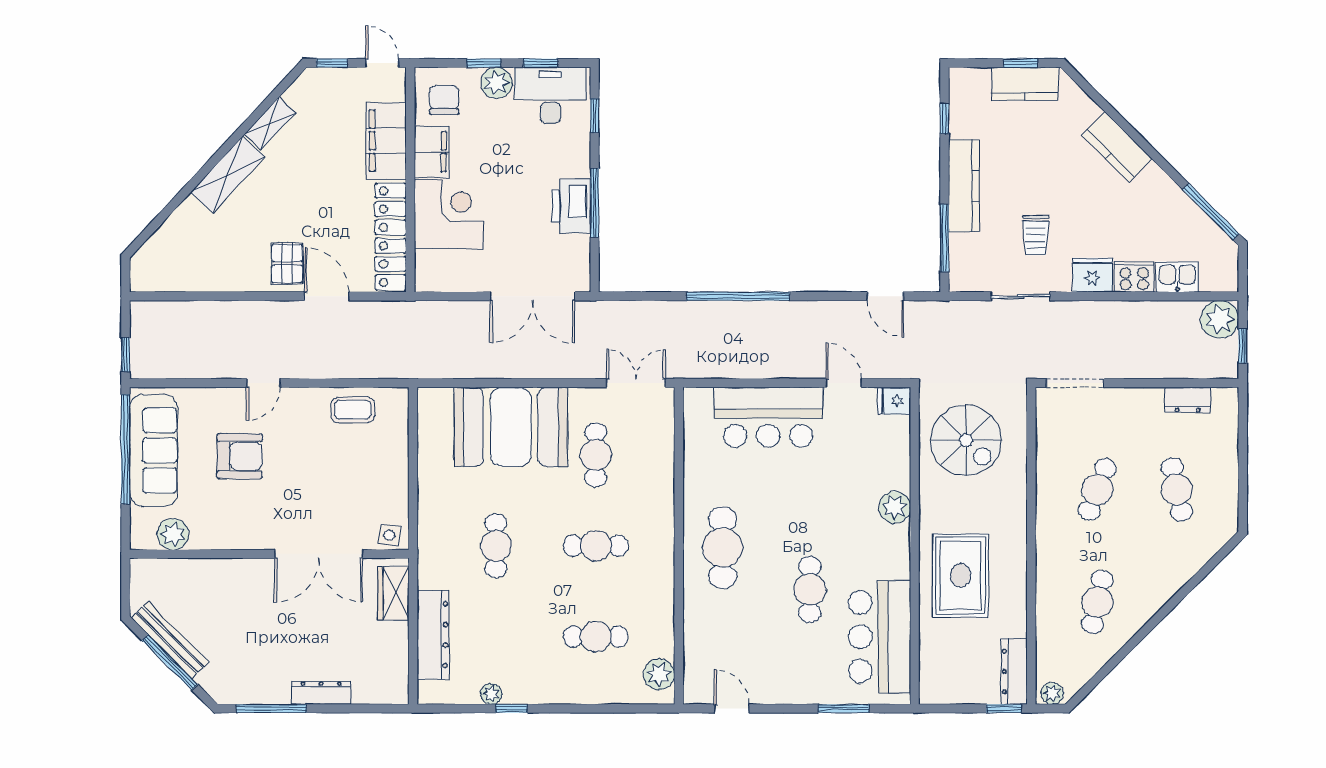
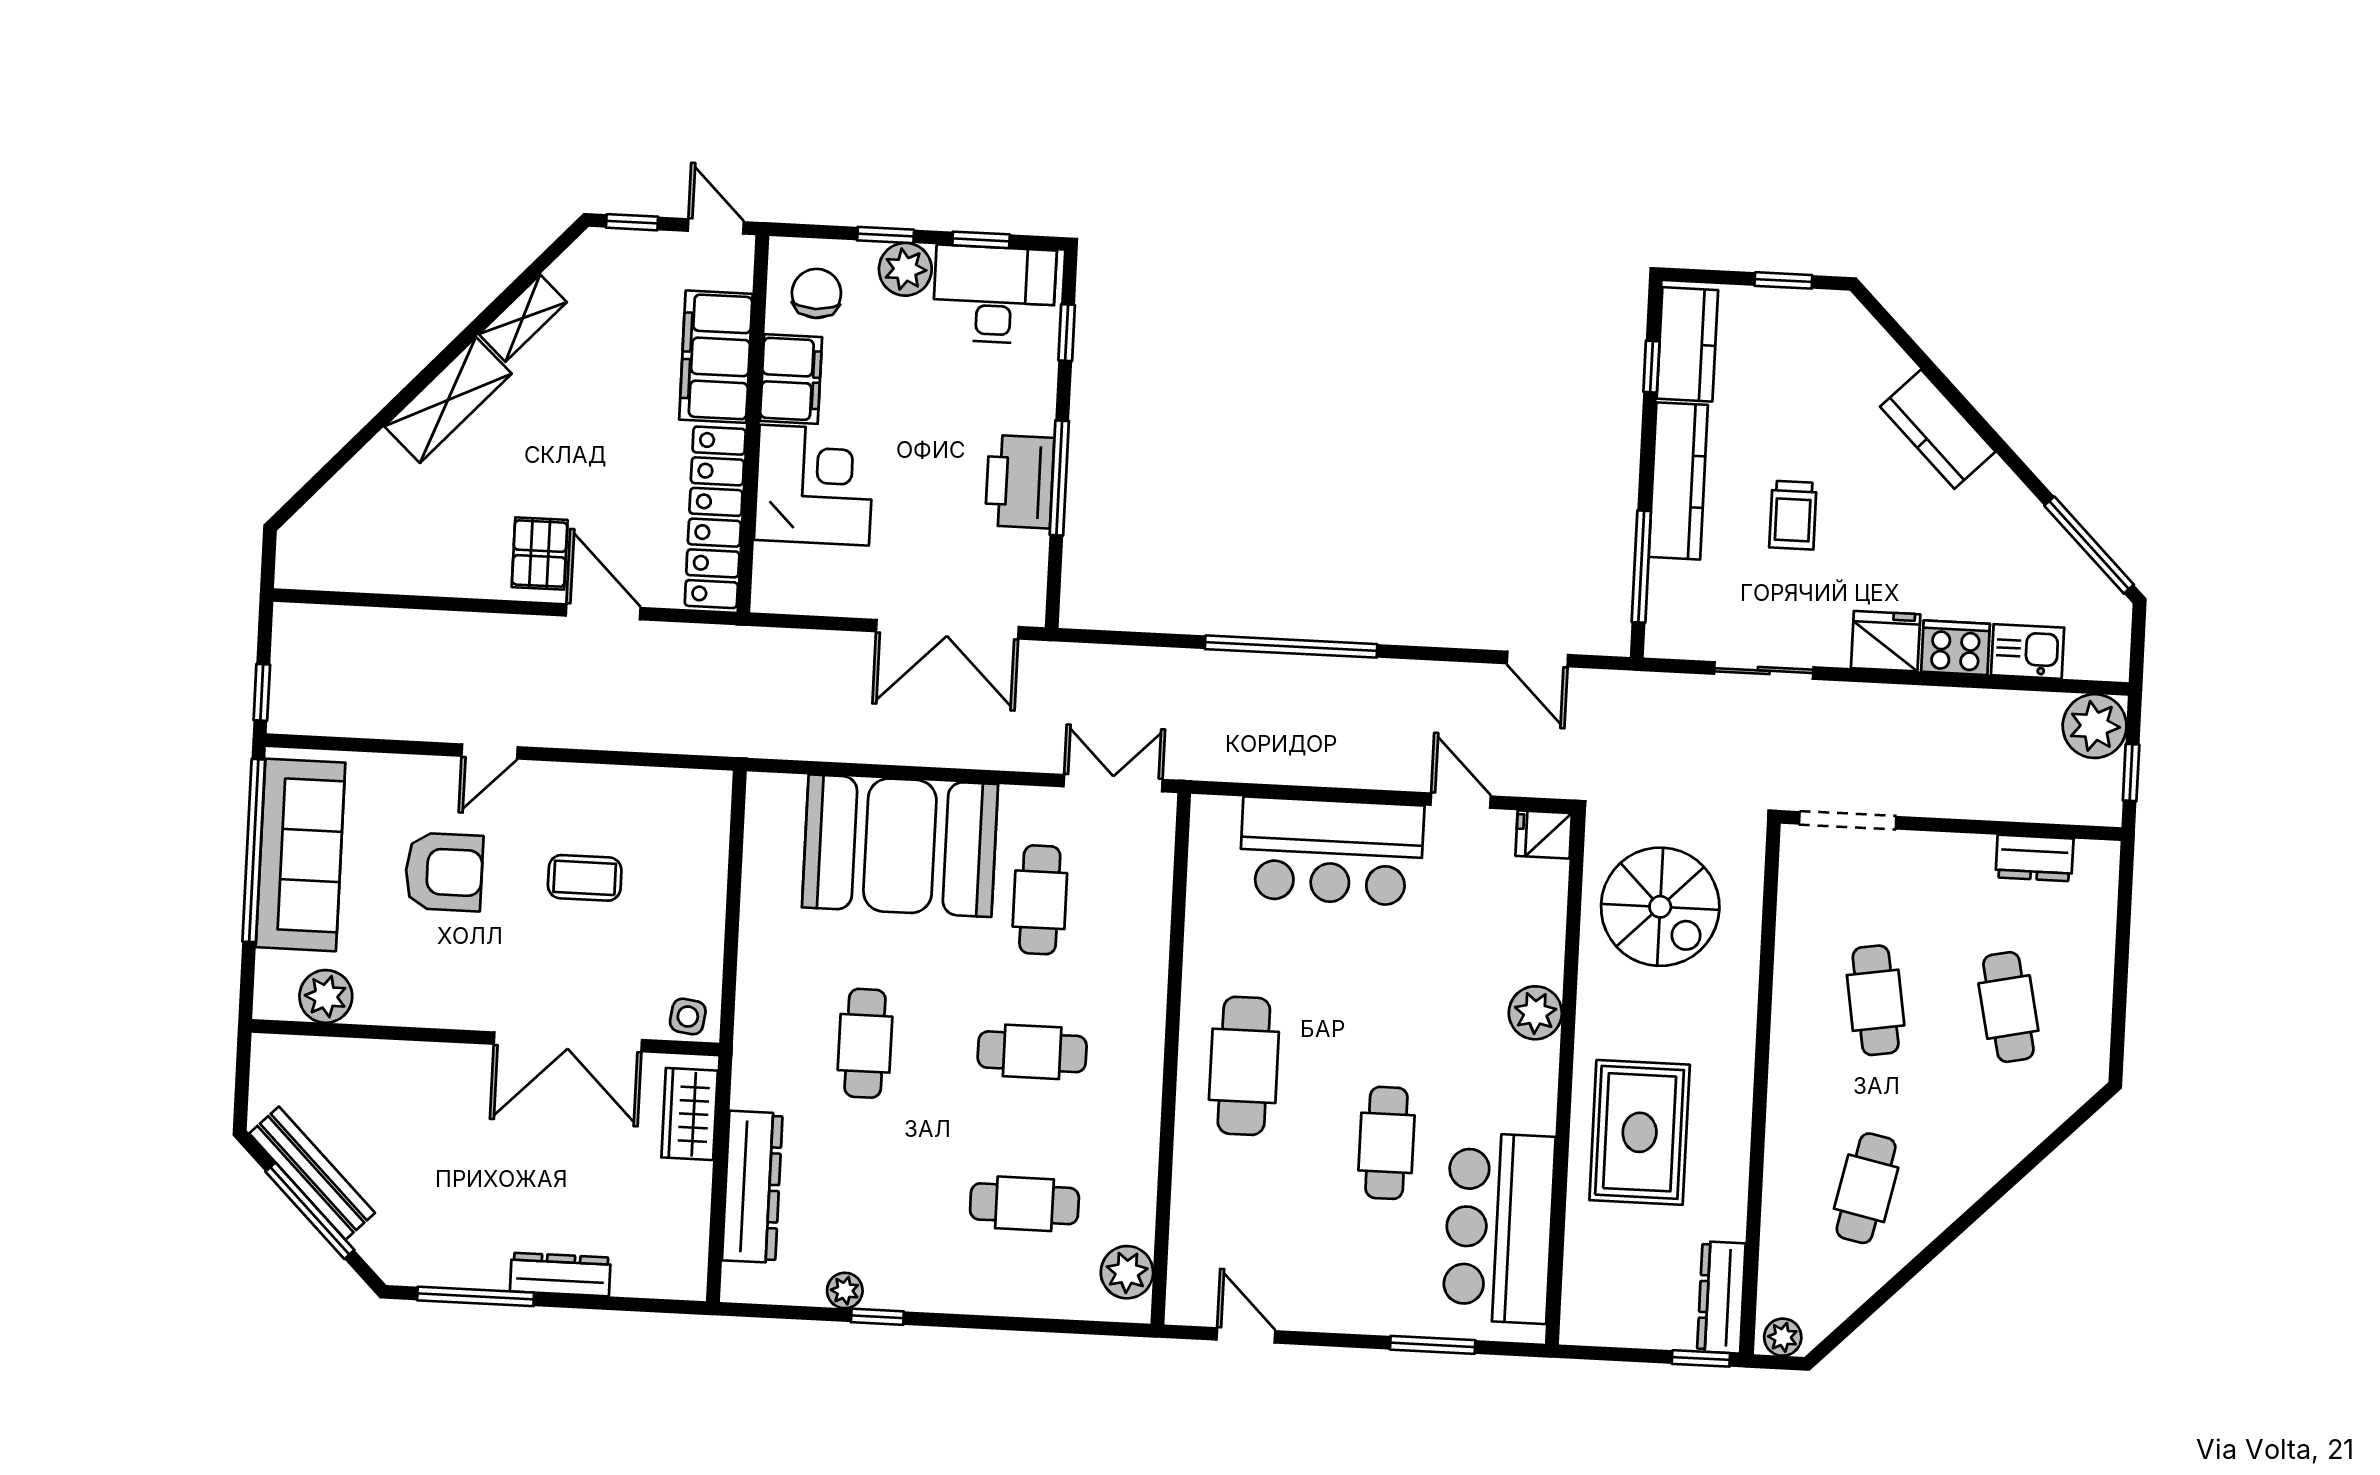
kitchen counter: (1025, 84) -> (1687, 344), moved, turned -90
trolley: (1036, 235) -> (1793, 515), moved
coffee table: (353, 410) -> (585, 878), moved
cafe table: (1097, 490) -> (1876, 1000), turned -30

